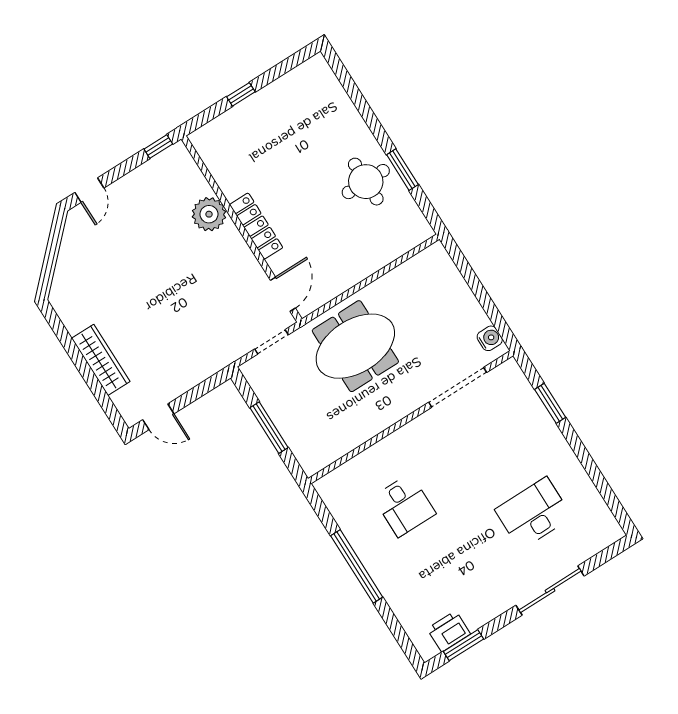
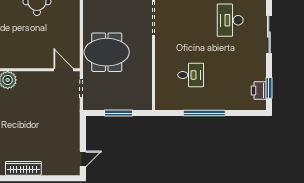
locker: (256, 226) -> (26, 62), removed
meeting table: (355, 346) -> (107, 52), turned 90
wardrobe: (101, 360) -> (23, 168), moved

